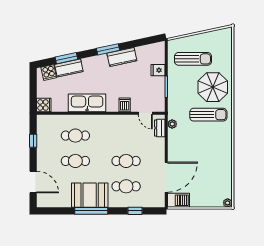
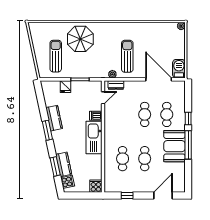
kitchen sink: (87, 103) -> (94, 138), moved
sun lounger: (208, 115) -> (127, 56), moved
window: (135, 211) -> (188, 119), moved

